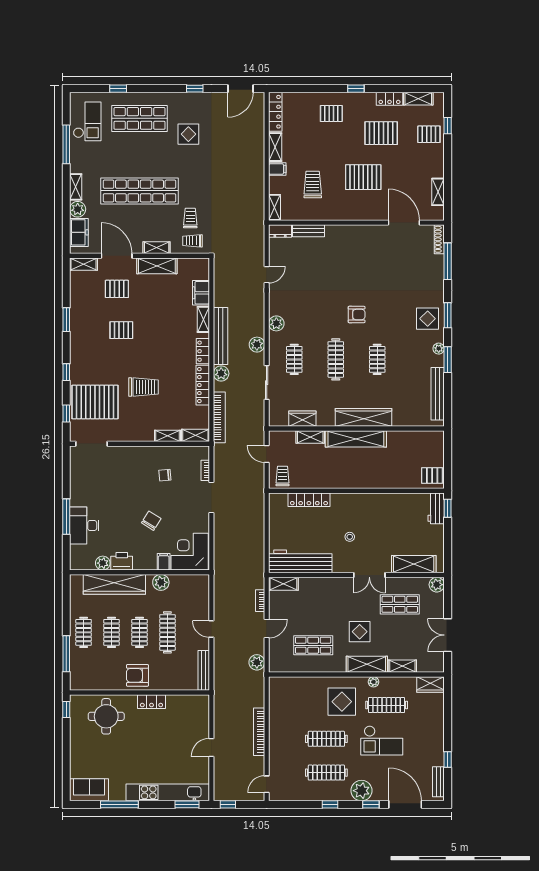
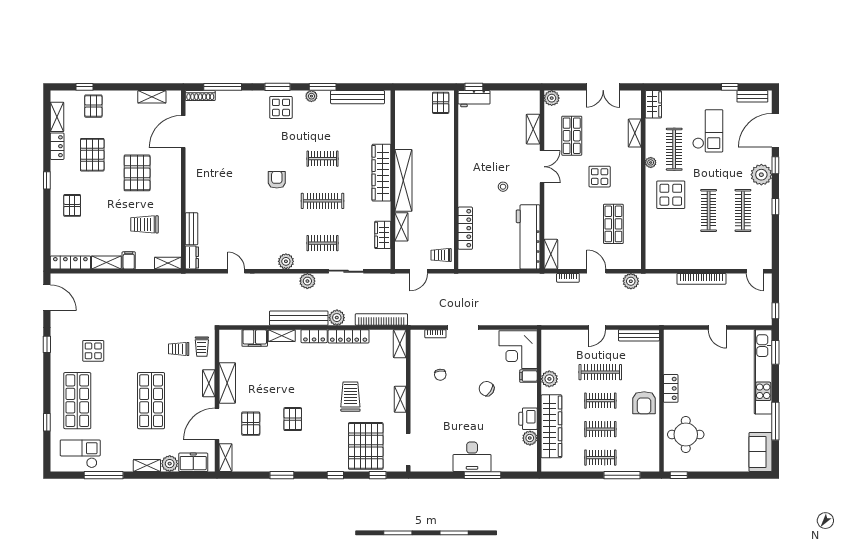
shop shelf: (139, 191) -> (151, 401), width x0.71
shelving: (168, 436) -> (400, 399), moved
desk: (84, 526) -> (472, 457), moved
shelving: (414, 564) -> (533, 129), width x0.67, depth x0.75
shelving: (367, 664) -> (633, 169), removed
checkout: (382, 741) -> (708, 131), moved

